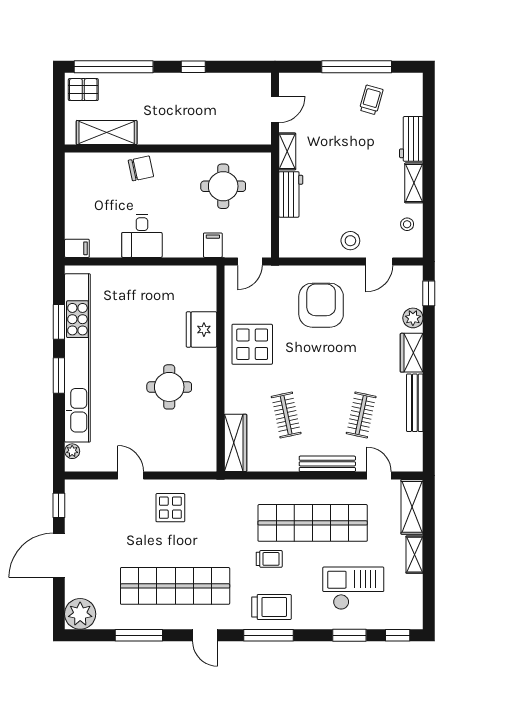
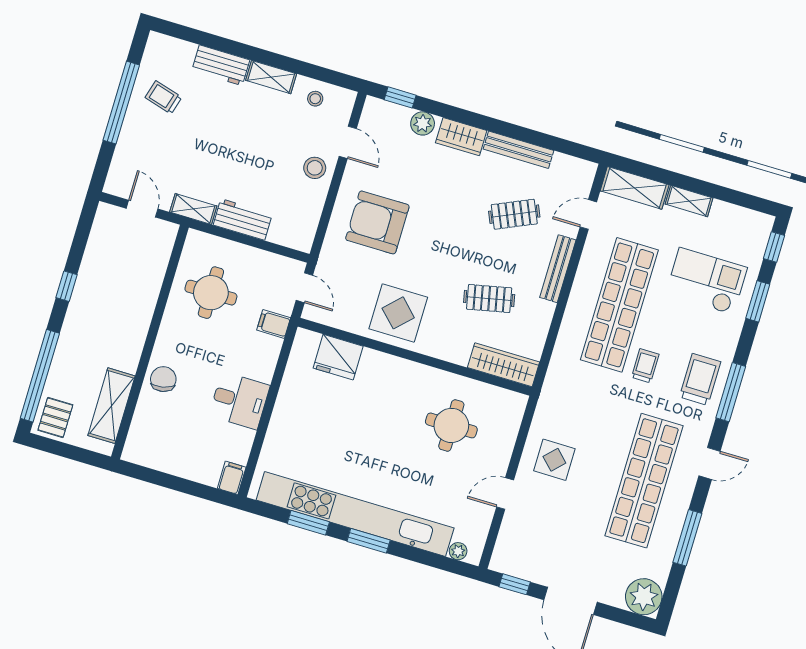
fridge: (201, 330) -> (338, 357), moved
round table: (169, 387) -> (451, 425), moved
clothes rail: (361, 415) -> (514, 214), turned -36
checkout: (353, 588) -> (706, 281), turned 90

